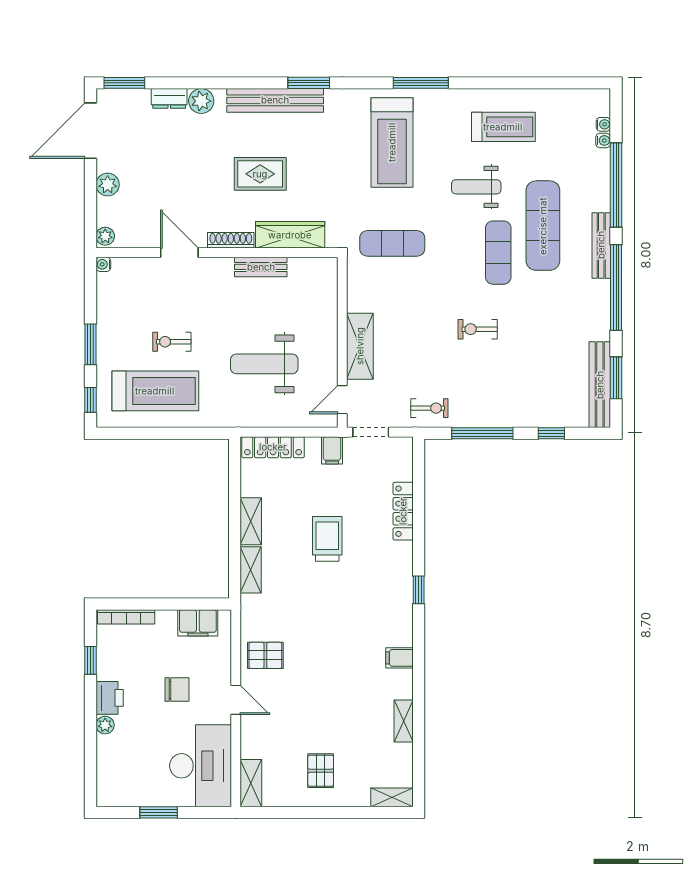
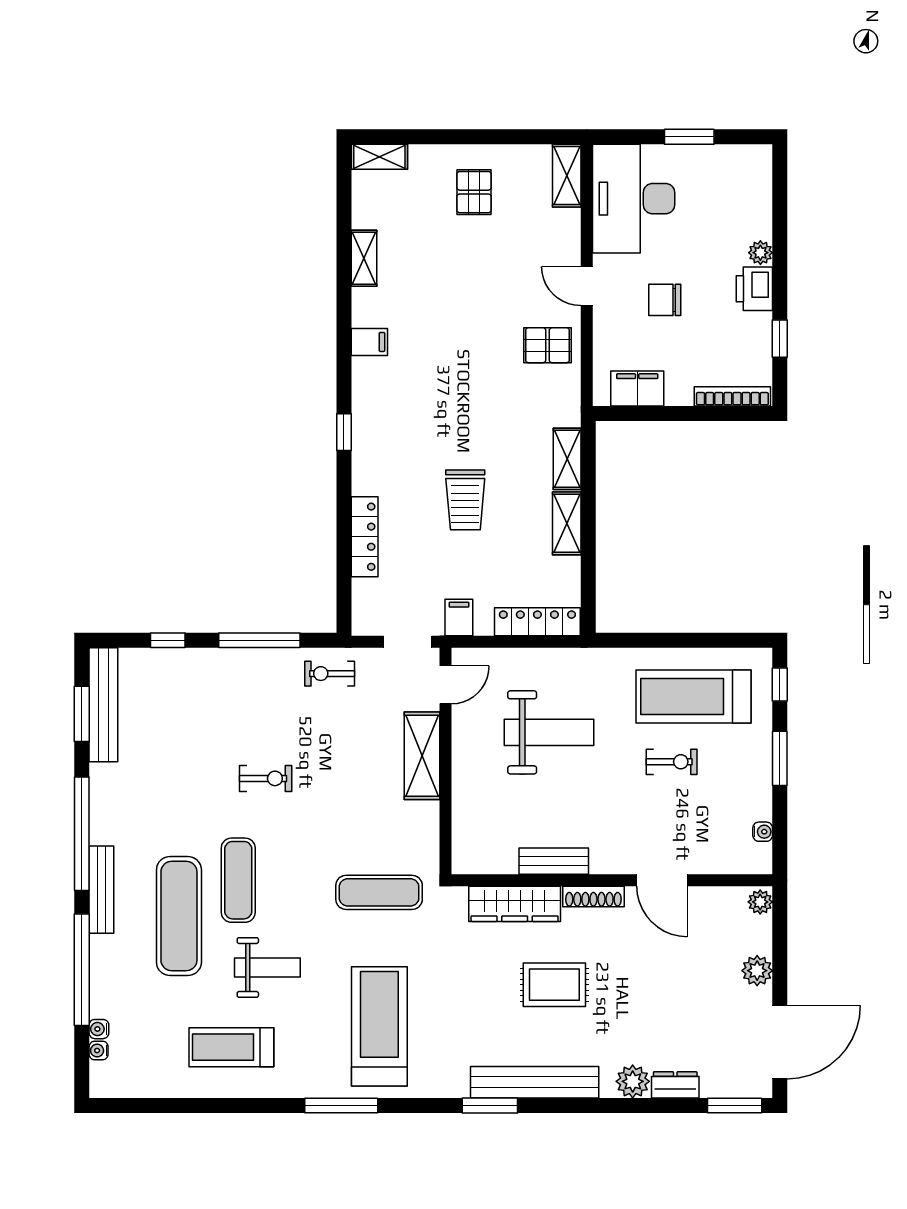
water cooler: (103, 264) -> (763, 832), moved

